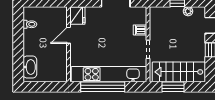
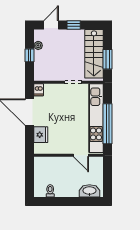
fridge: (77, 16) -> (41, 135), moved, turned 90
dishwasher: (140, 30) -> (39, 90), moved
door: (69, 35) -> (81, 155), moved

